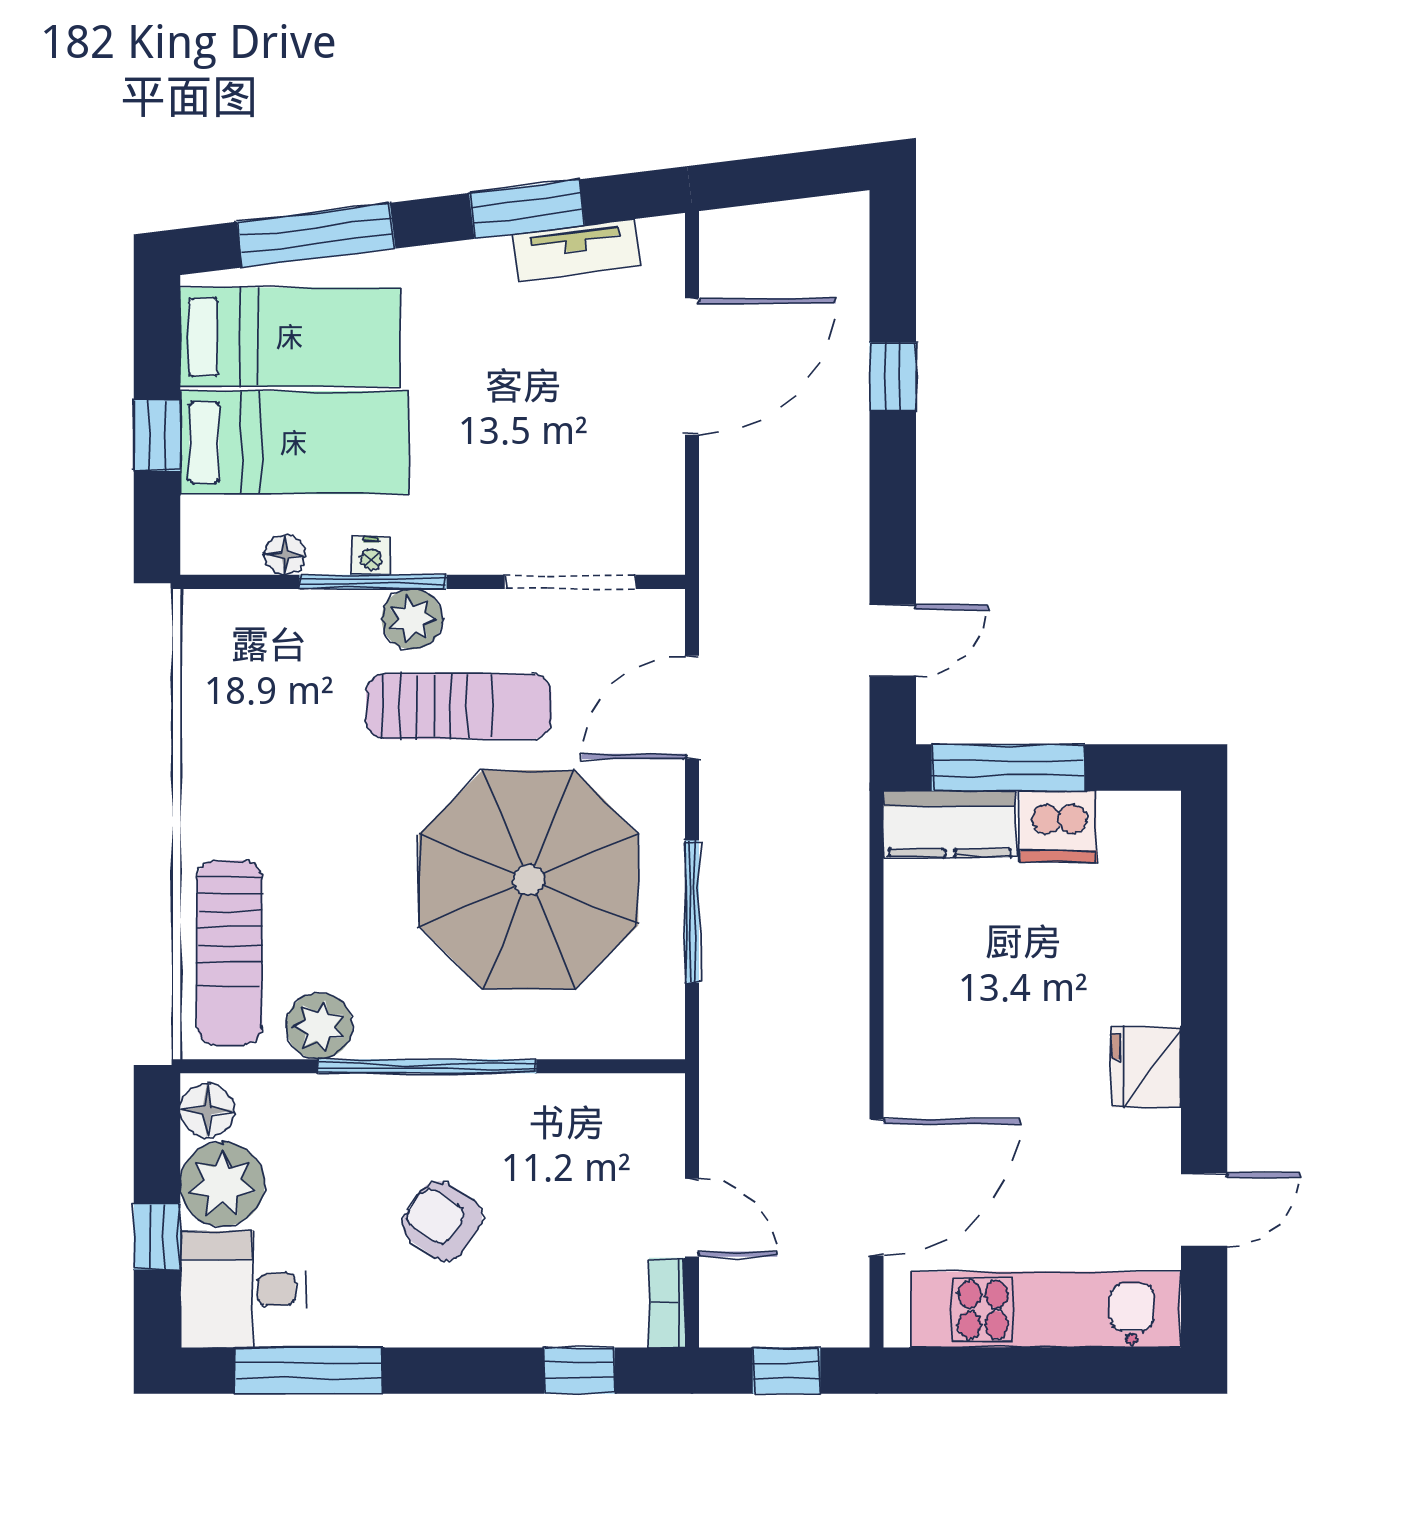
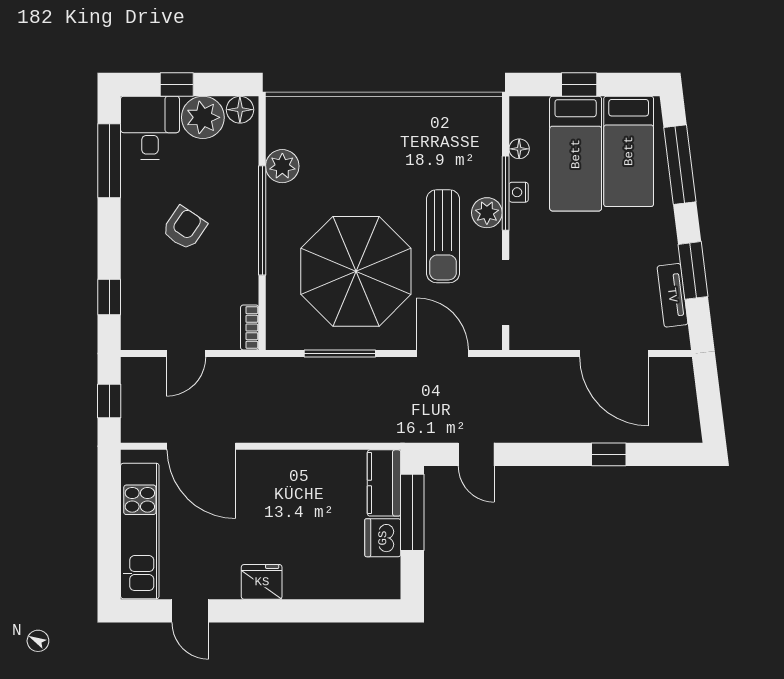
sun lounger: (230, 953) -> (319, 121), removed
bookcase: (667, 1303) -> (250, 327), moved, turned -90

